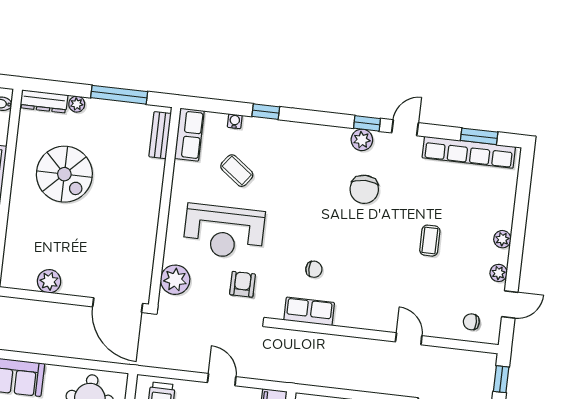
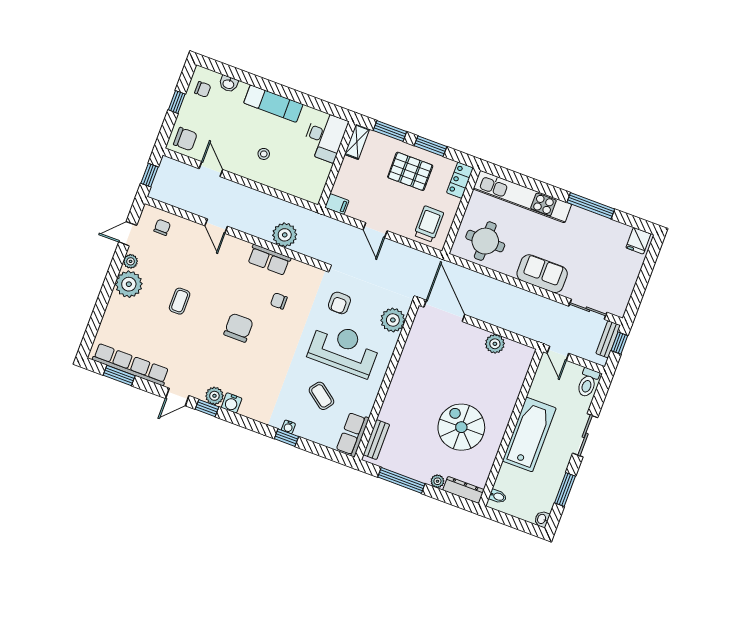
water cooler: (235, 121) -> (288, 427), moved
water cooler: (340, 136) -> (232, 403), added
chair: (364, 189) -> (238, 328), moved
plant: (502, 239) -> (129, 284), width x1.88, depth x1.88
row of seats: (309, 311) -> (269, 260), moved
chair: (471, 322) -> (162, 227), turned -90
plant: (326, 348) -> (285, 235), added

